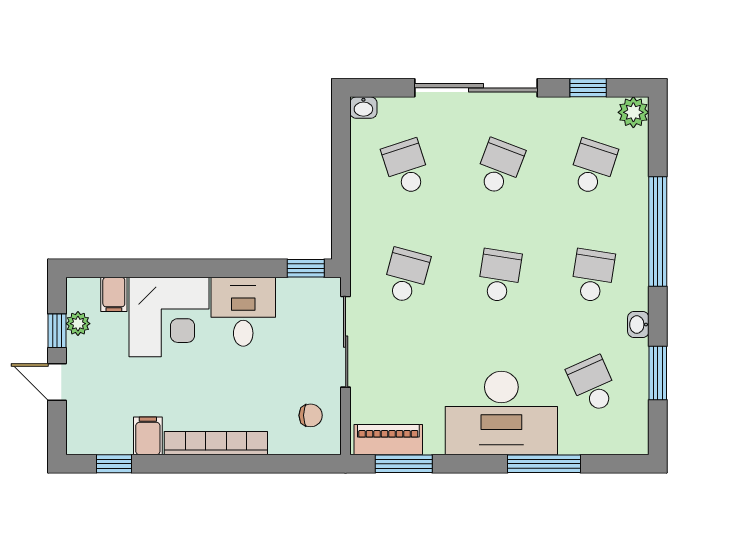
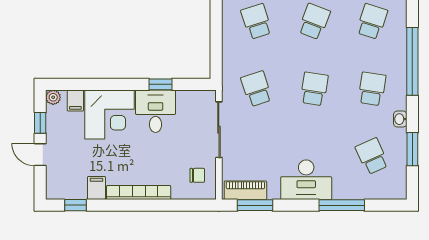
window: (306, 268) -> (160, 84), moved
school desk: (406, 276) -> (256, 89), turned -33
plant: (78, 324) -> (53, 97), moved
desk: (501, 413) -> (306, 180), width x0.73, depth x0.77

